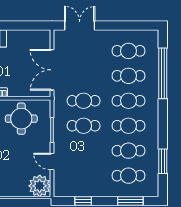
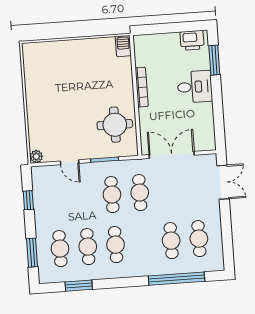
cafe table: (129, 101) -> (143, 243), removed
door: (52, 162) -> (70, 162), swing flipped
plant: (40, 186) -> (36, 157), width x0.53, depth x0.53

